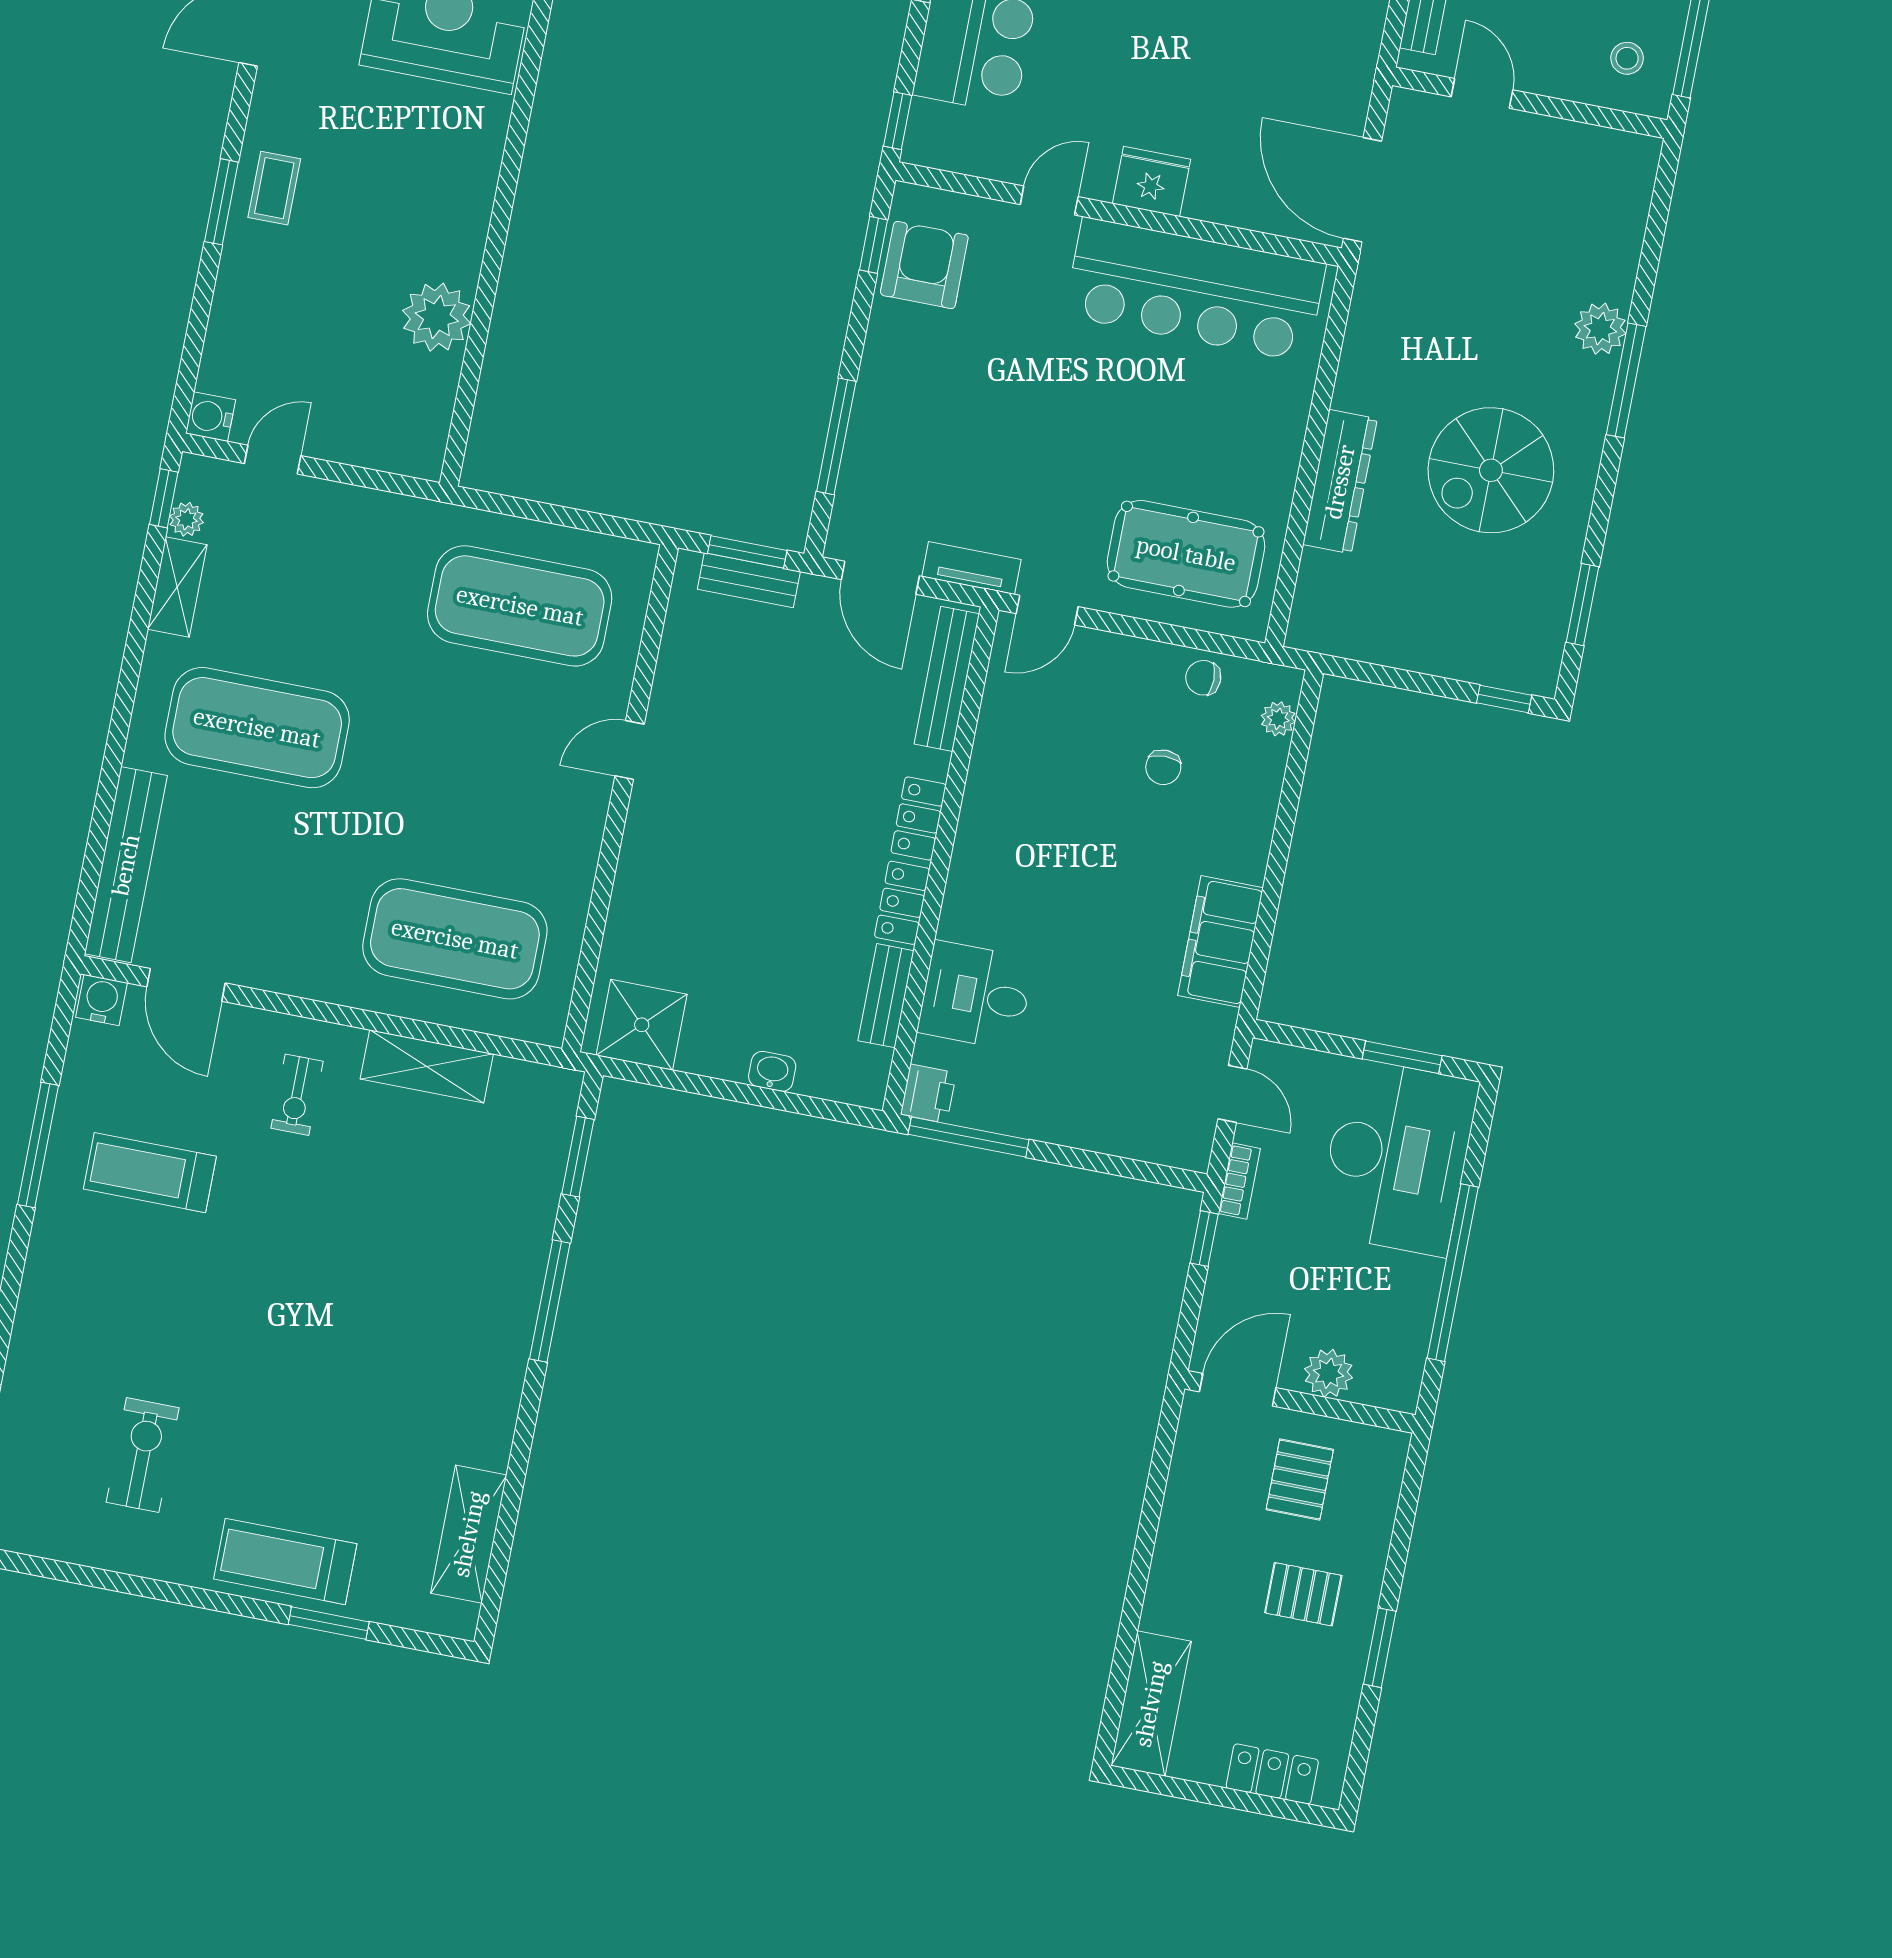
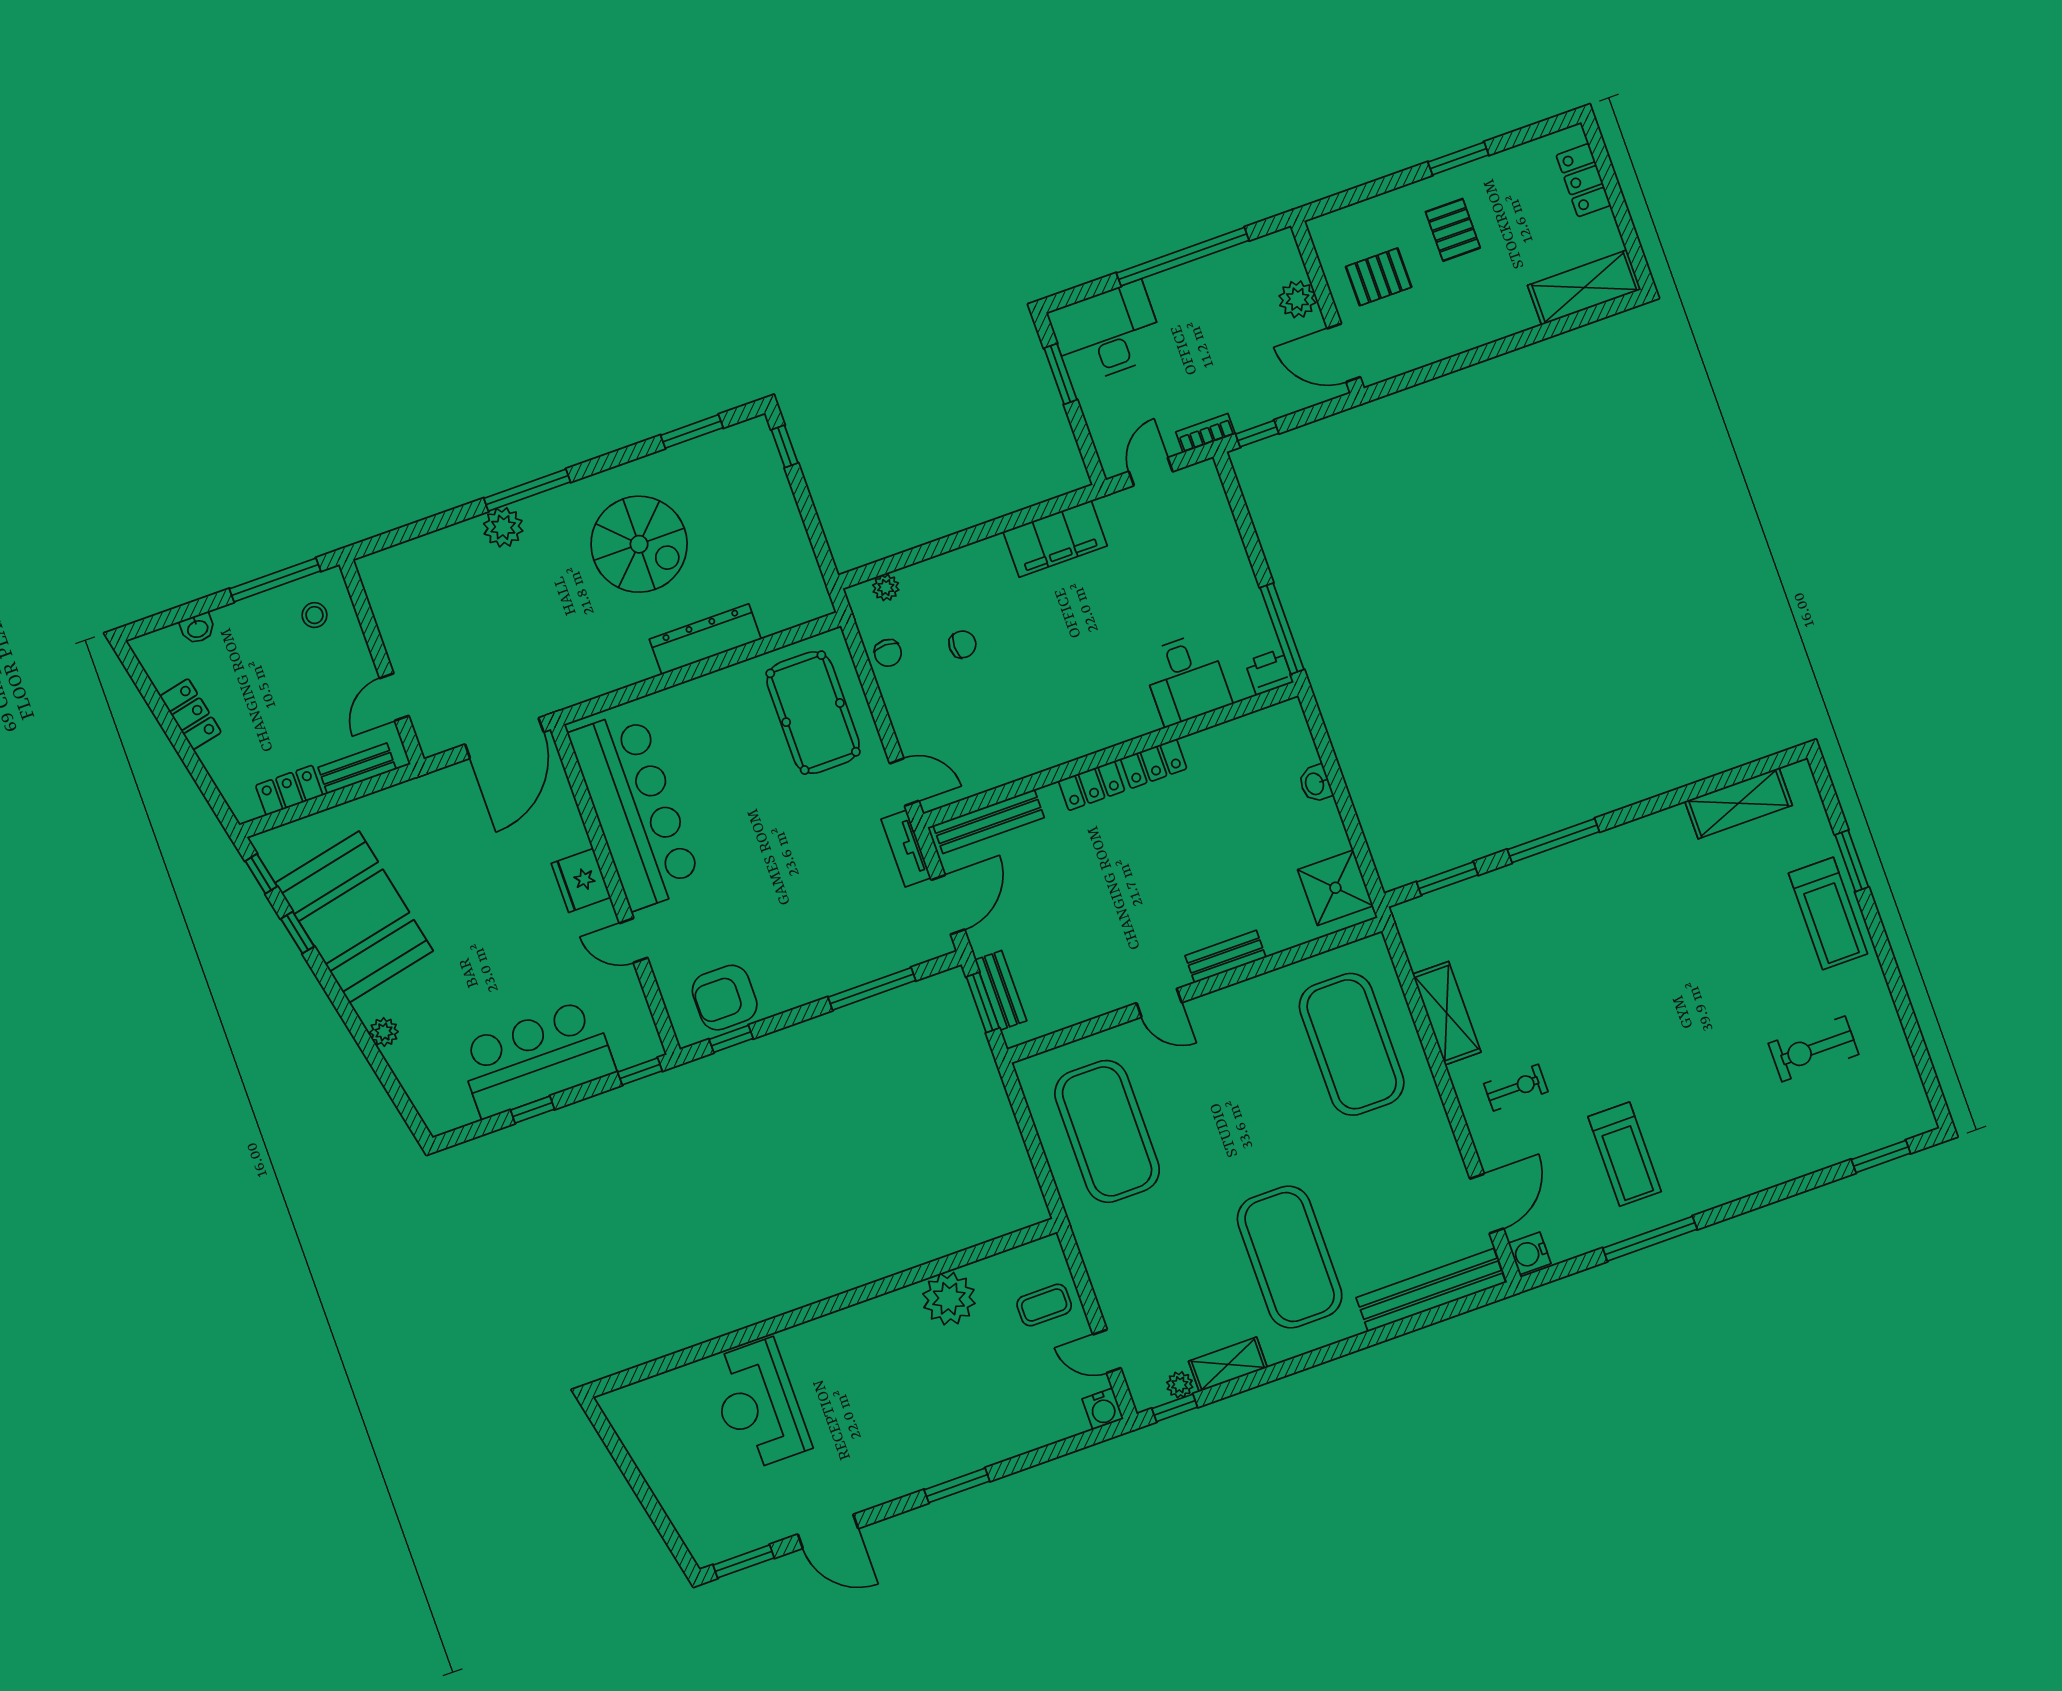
coffee table: (274, 188) -> (1044, 1305), moved
bench: (886, 996) -> (1226, 957), moved
desk: (1397, 1157) -> (1107, 333), width x0.73, depth x0.77

